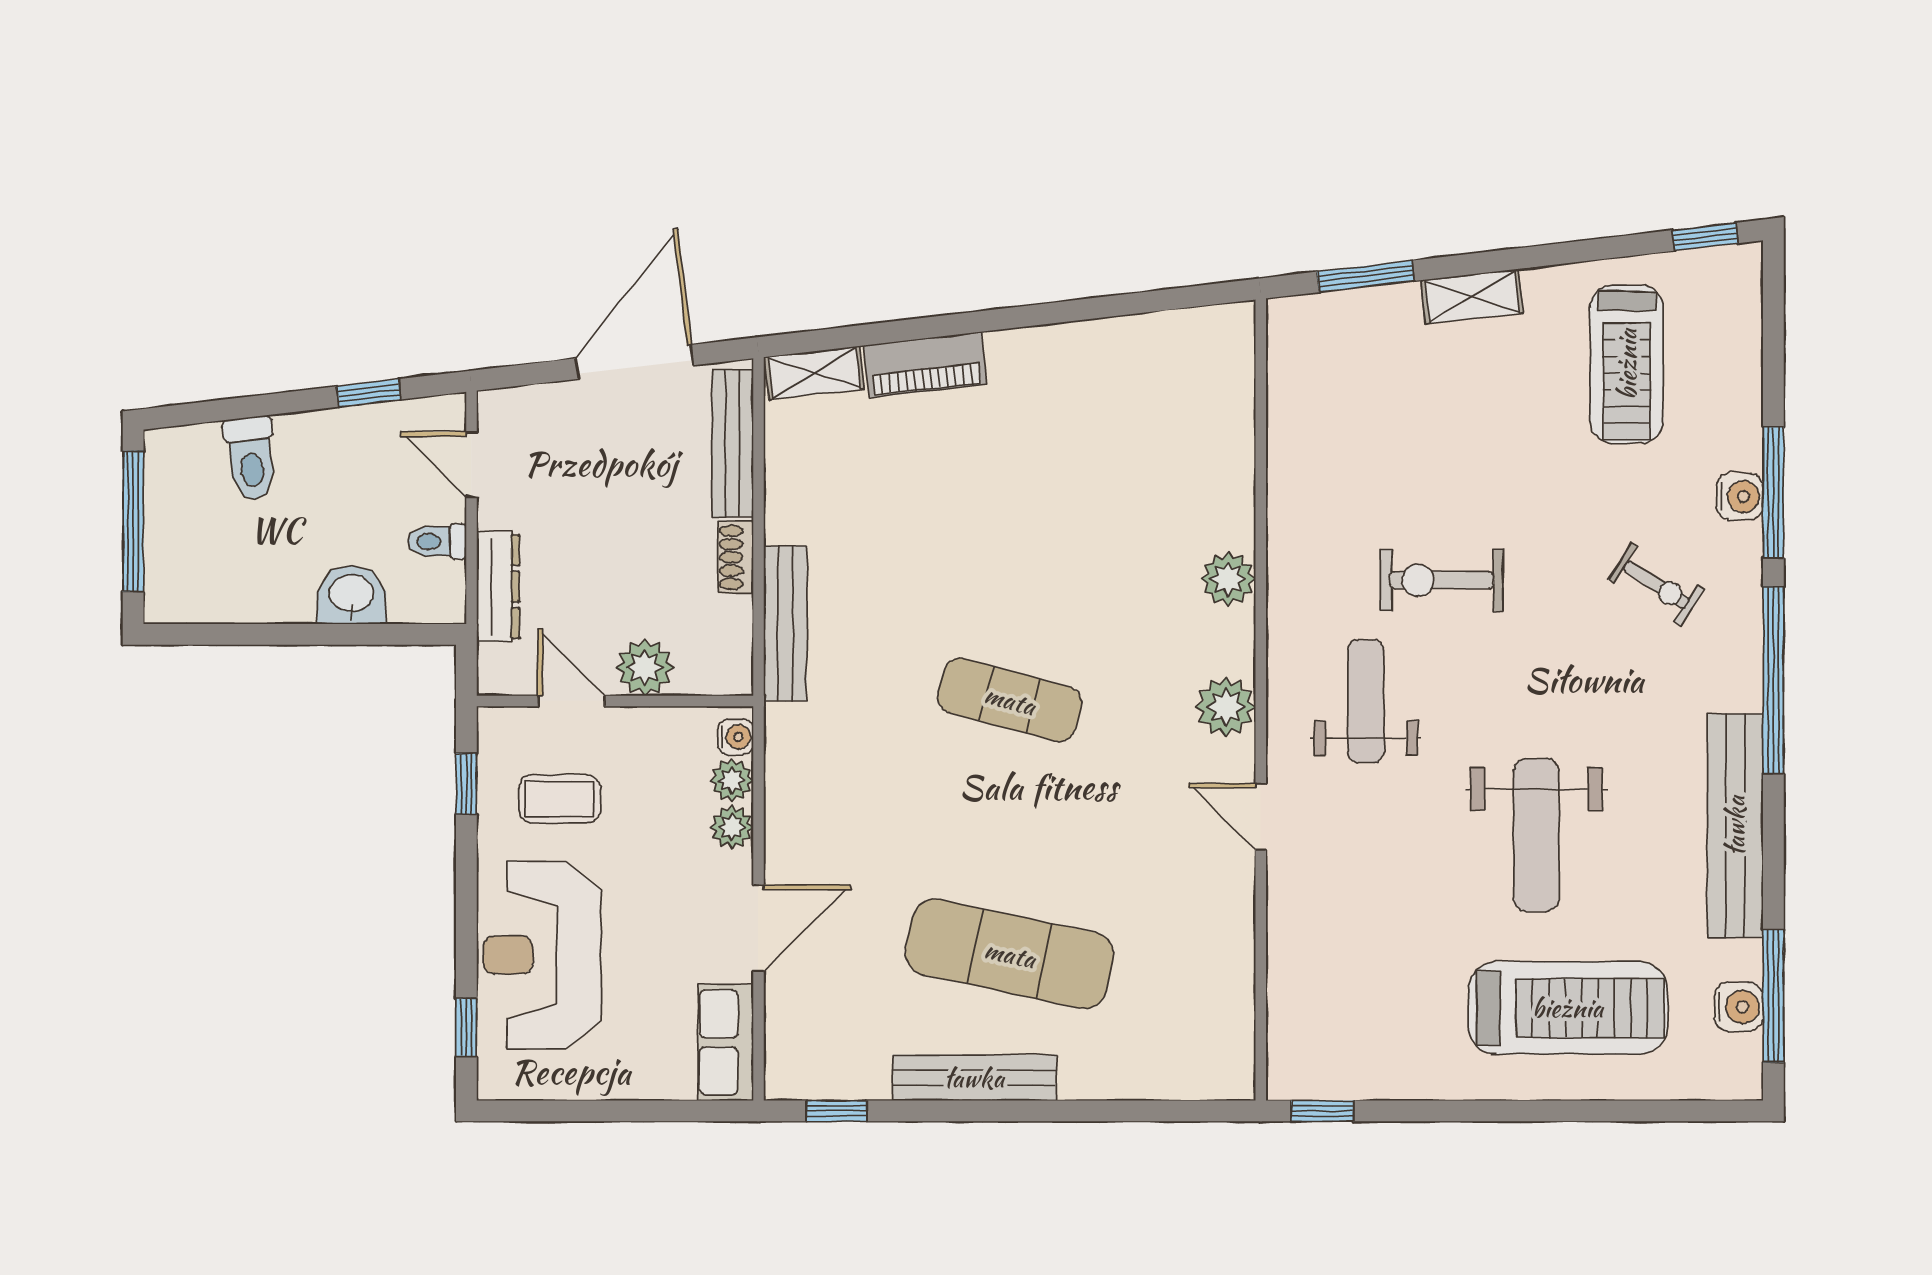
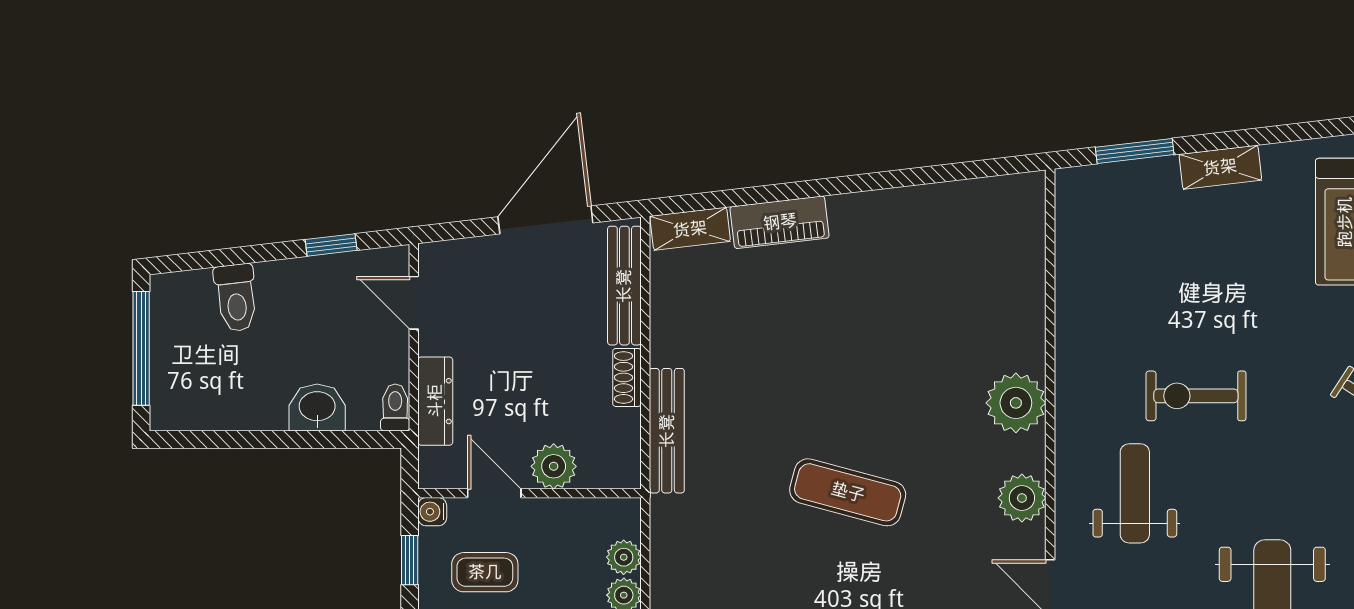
toilet: (437, 541) -> (395, 408), moved, turned 90
plant: (1228, 579) -> (1016, 403), width x1.36, depth x1.36
water cooler: (736, 737) -> (432, 512), moved, turned 180

